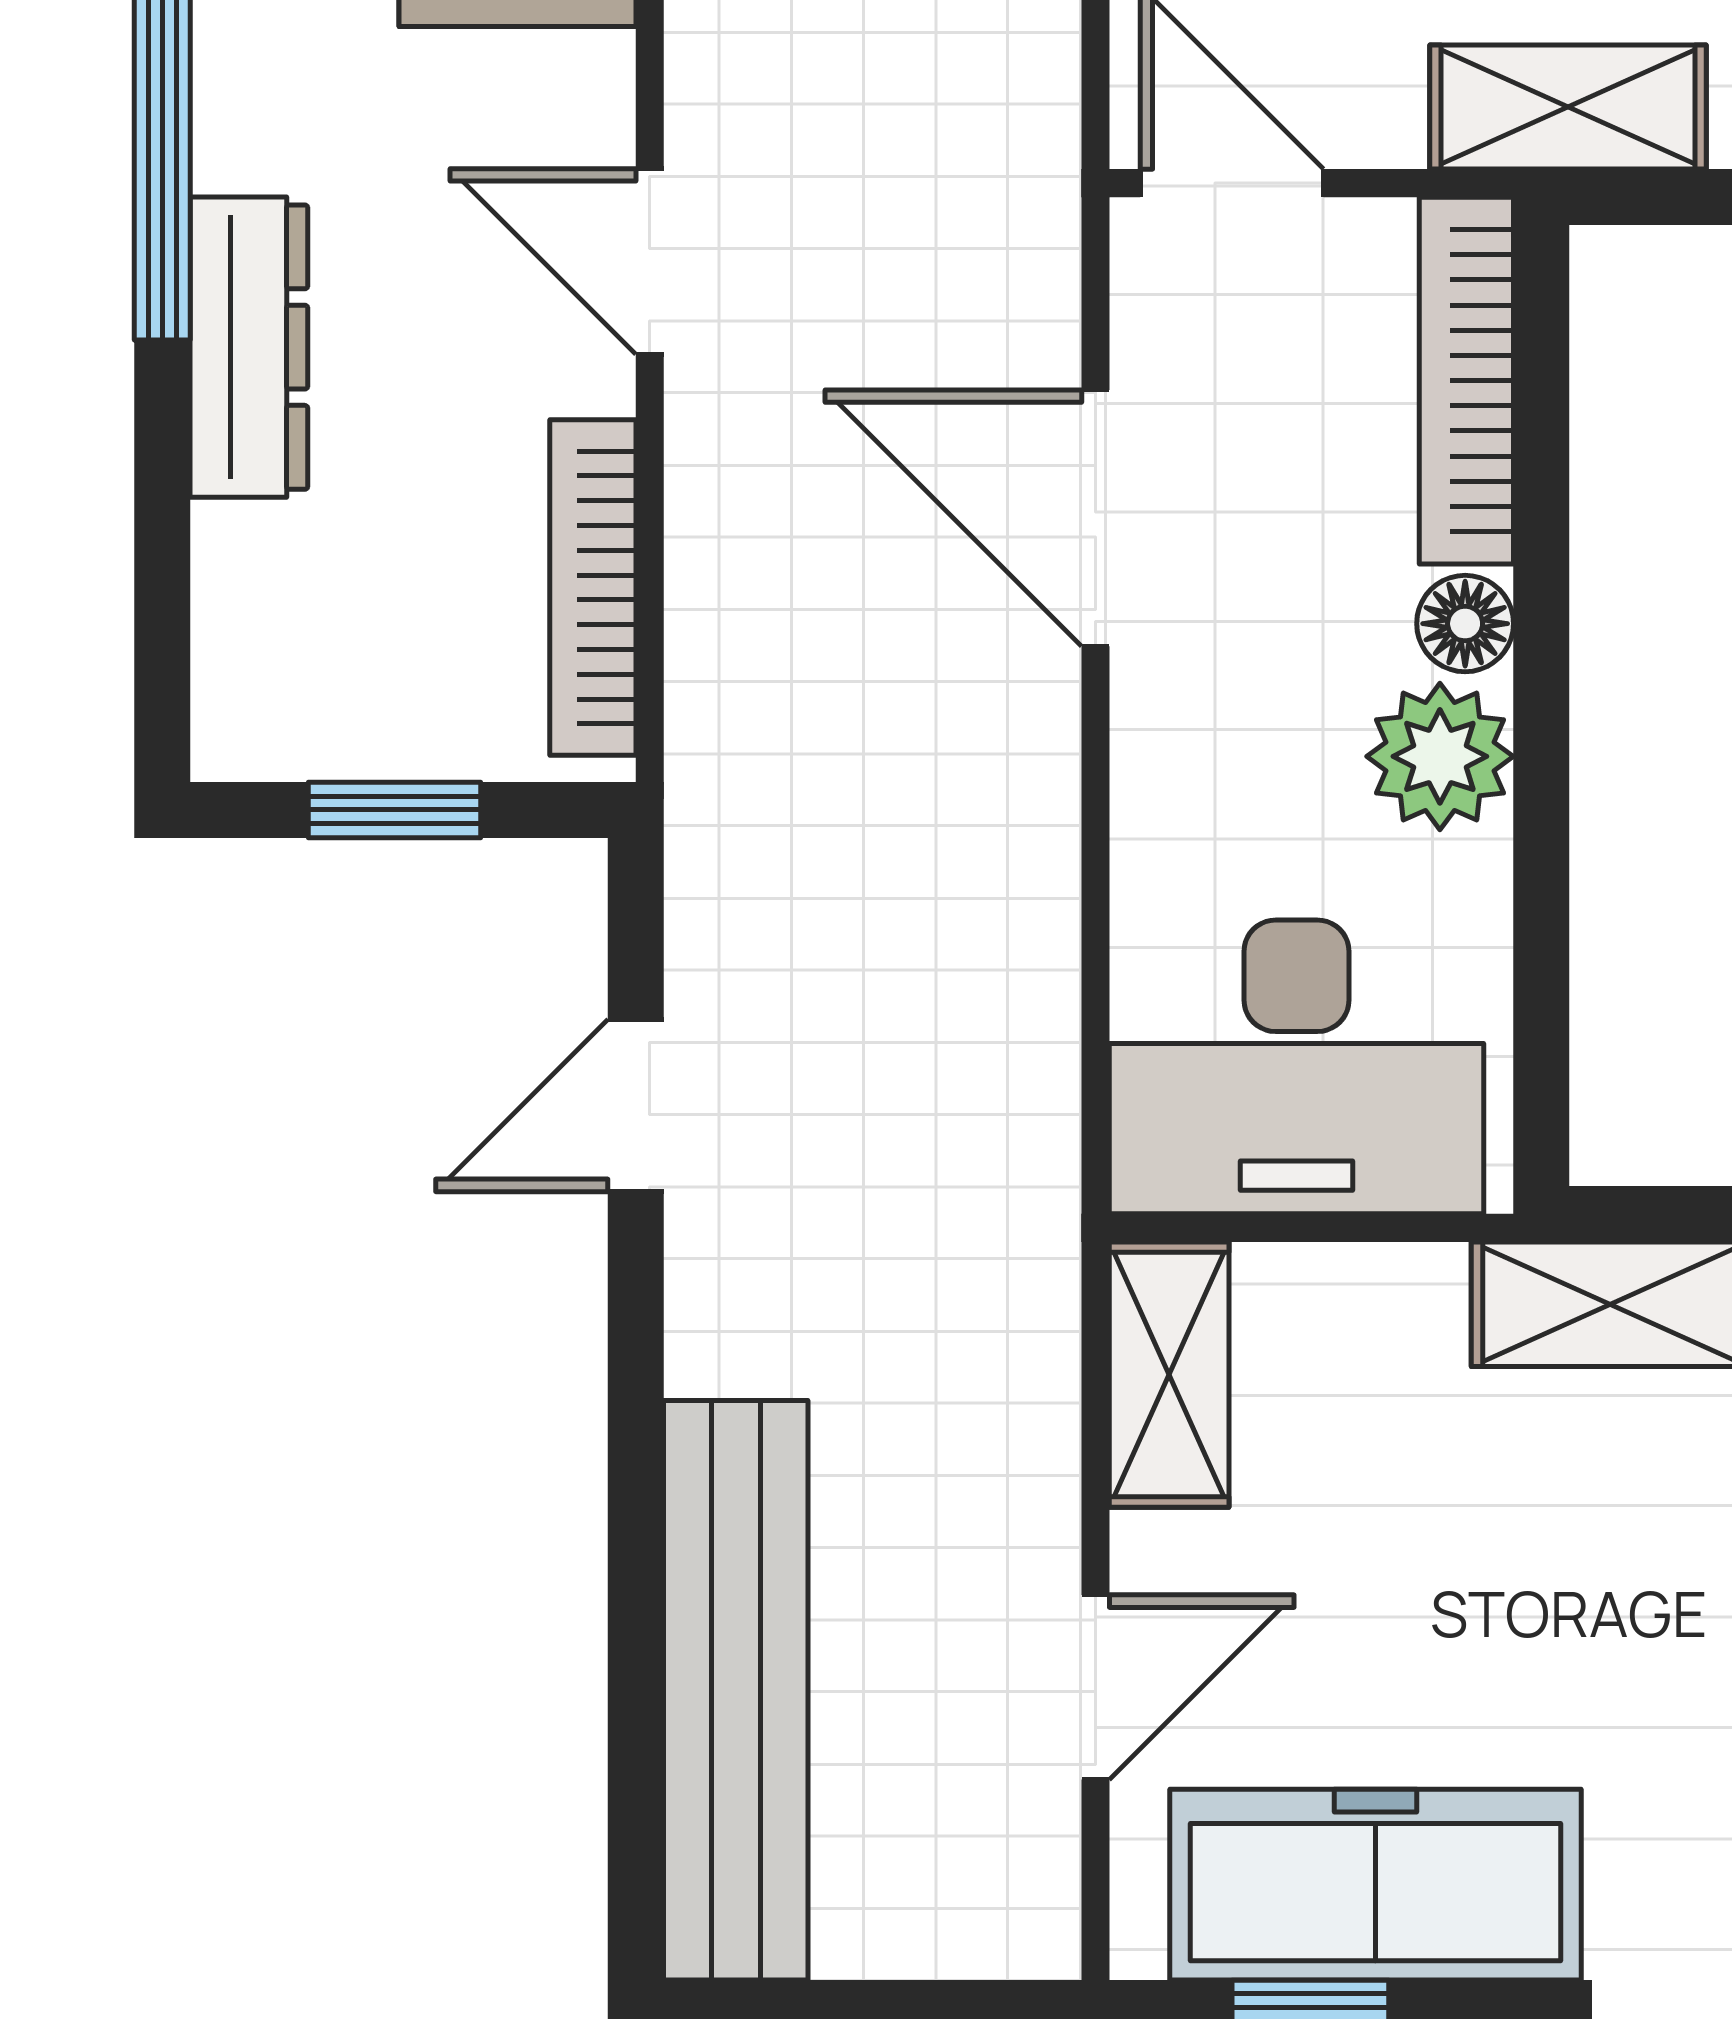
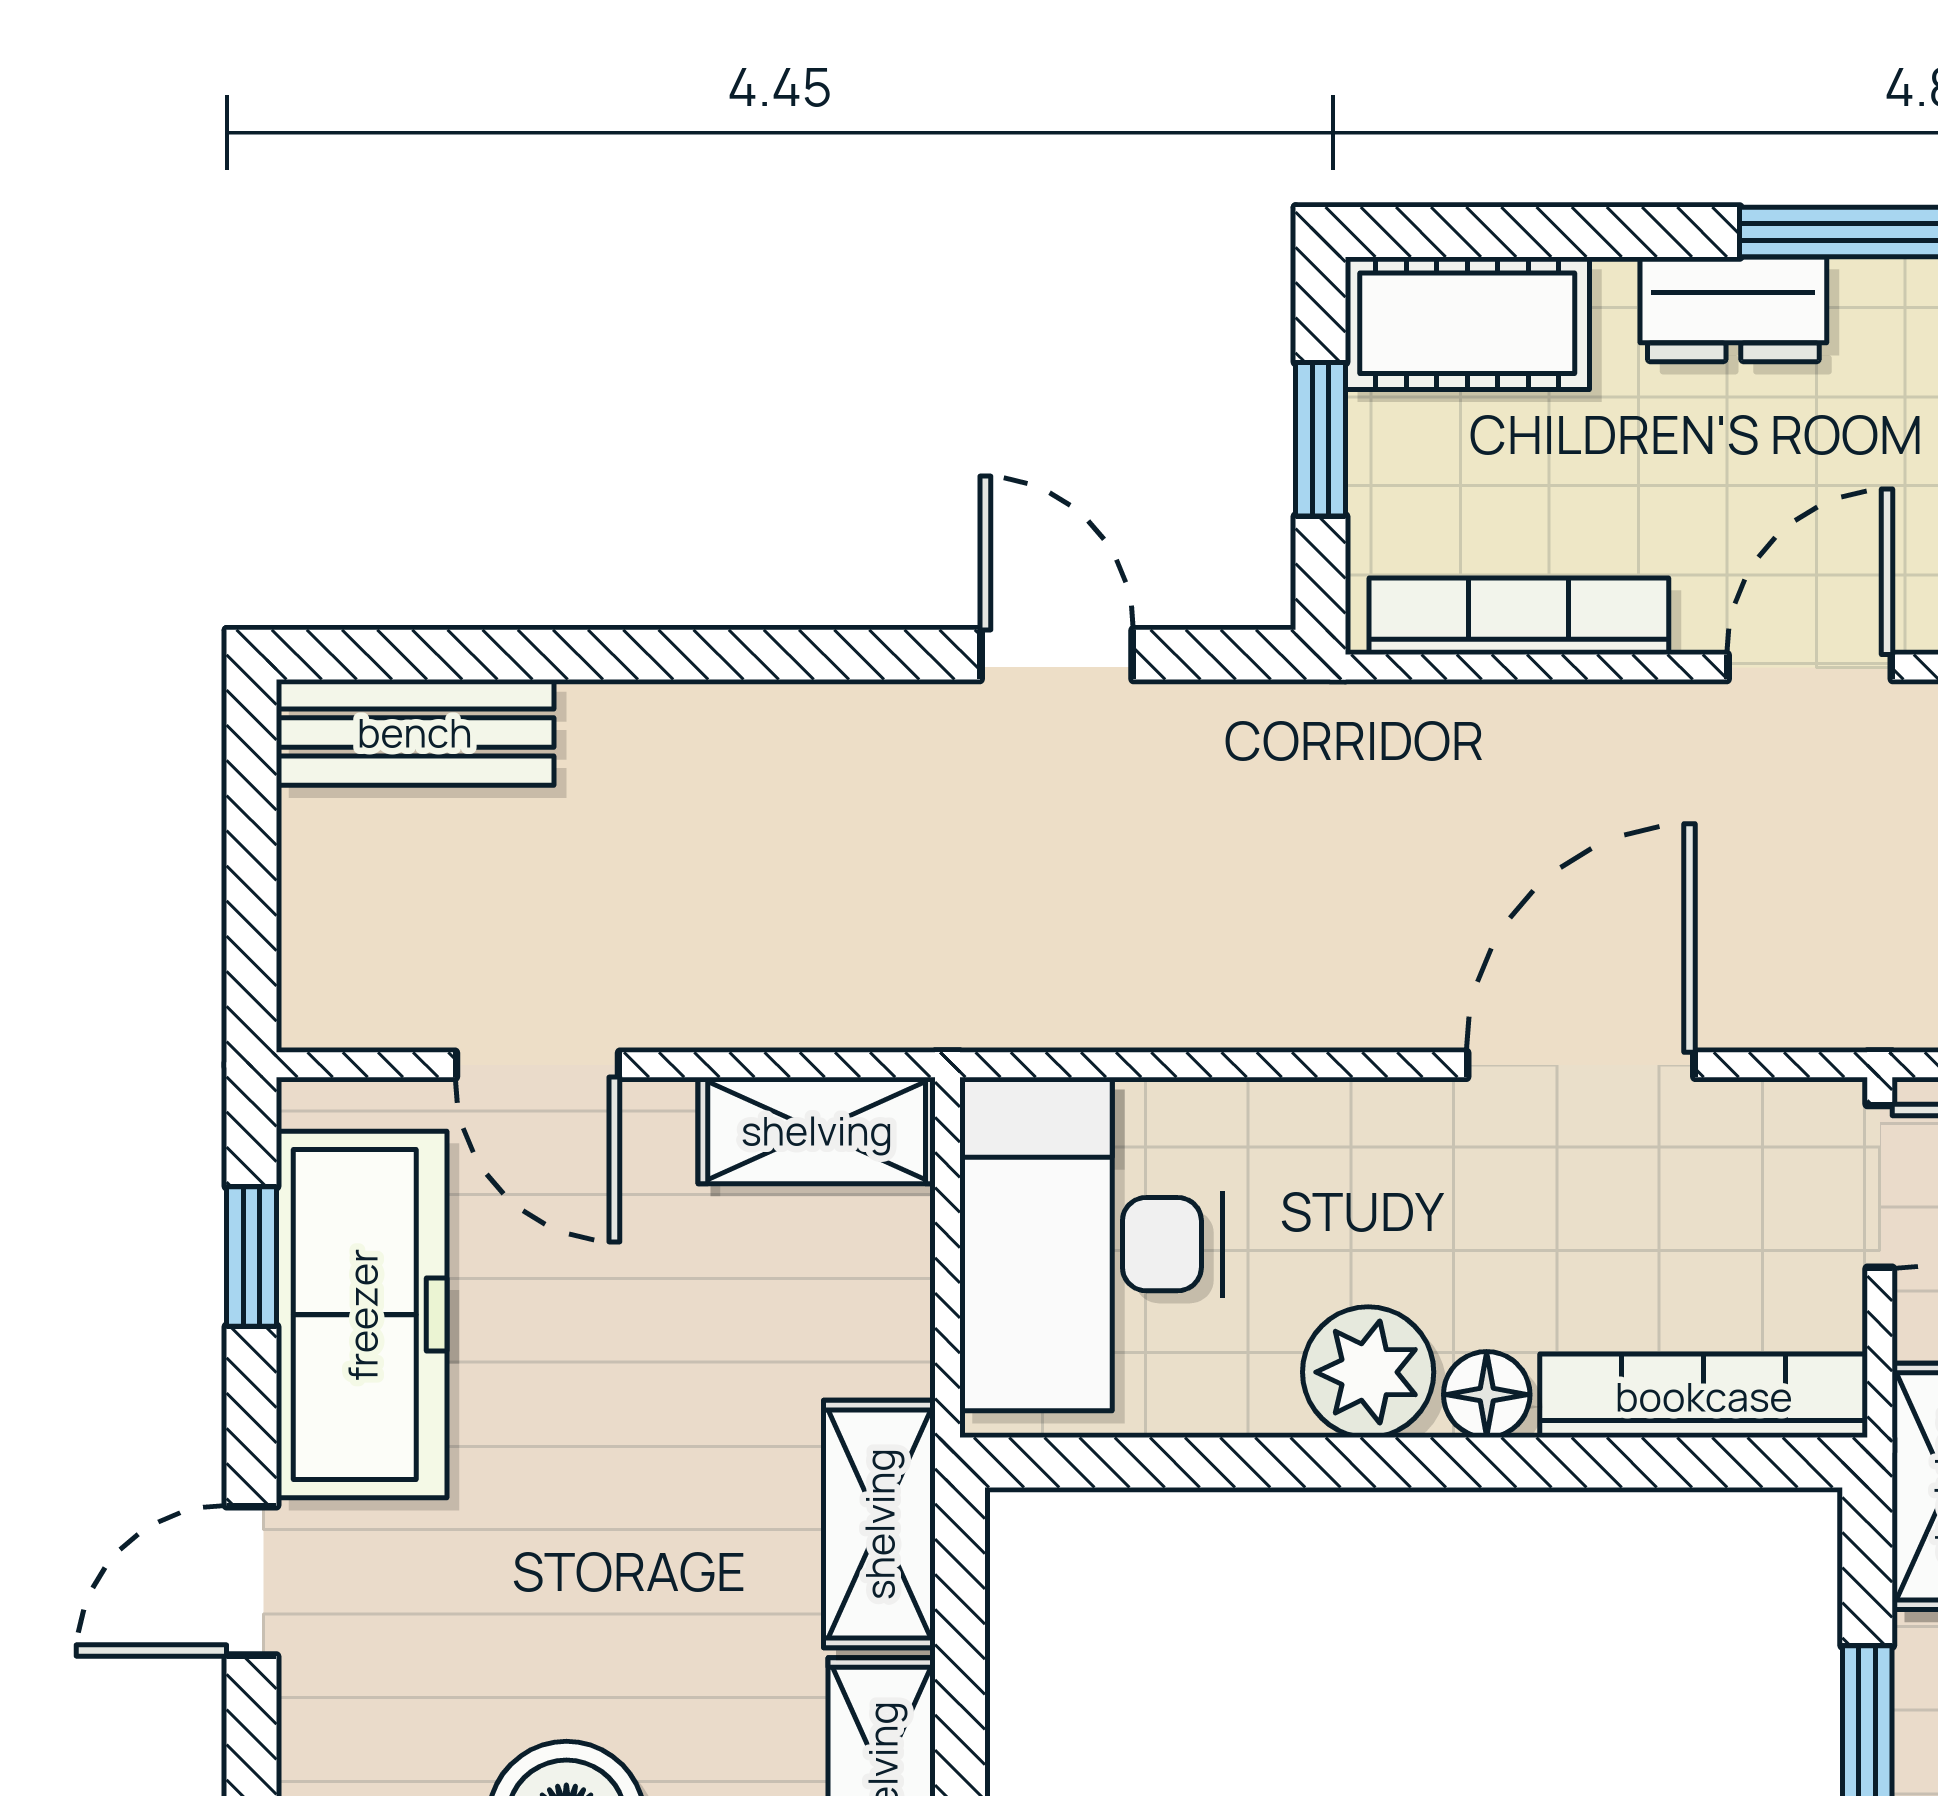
dresser: (249, 347) -> (1733, 309), width x0.70
cot: (264, 645) -> (1467, 323), added
bench: (736, 1690) -> (415, 732), width x0.54, depth x0.82

